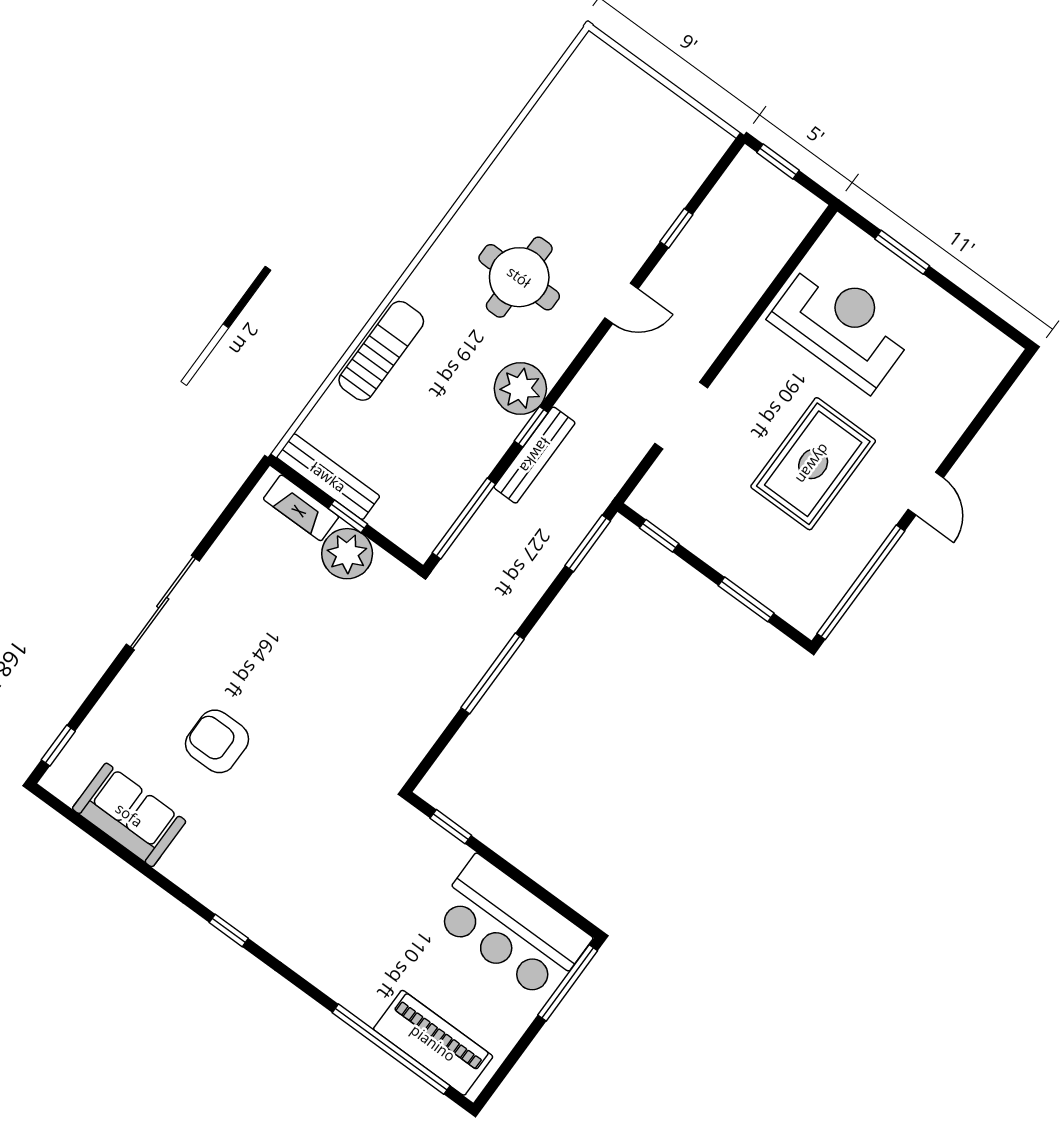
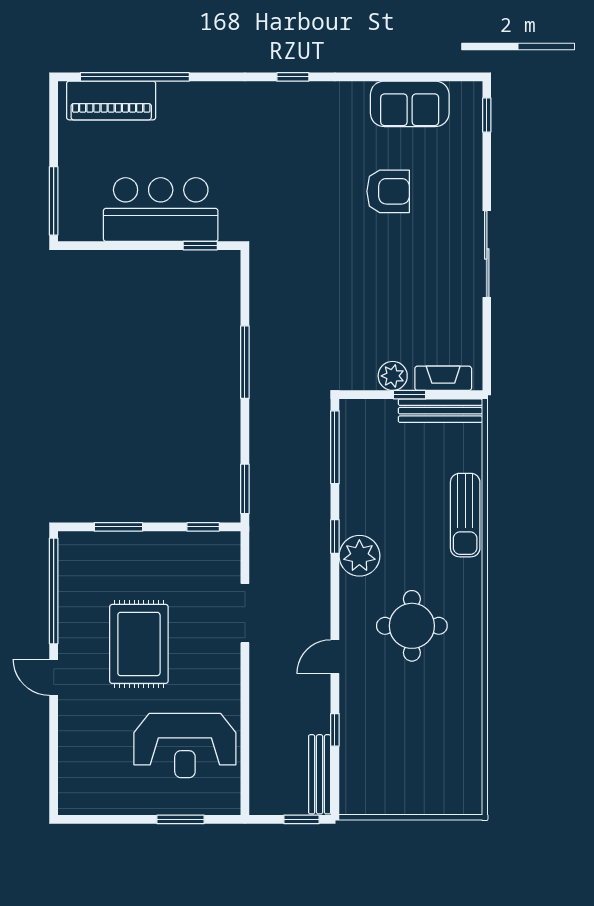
bench: (535, 455) -> (320, 774), moved
plant: (347, 554) -> (393, 376), width x0.73, depth x0.73
bar counter: (511, 928) -> (161, 210), moved

